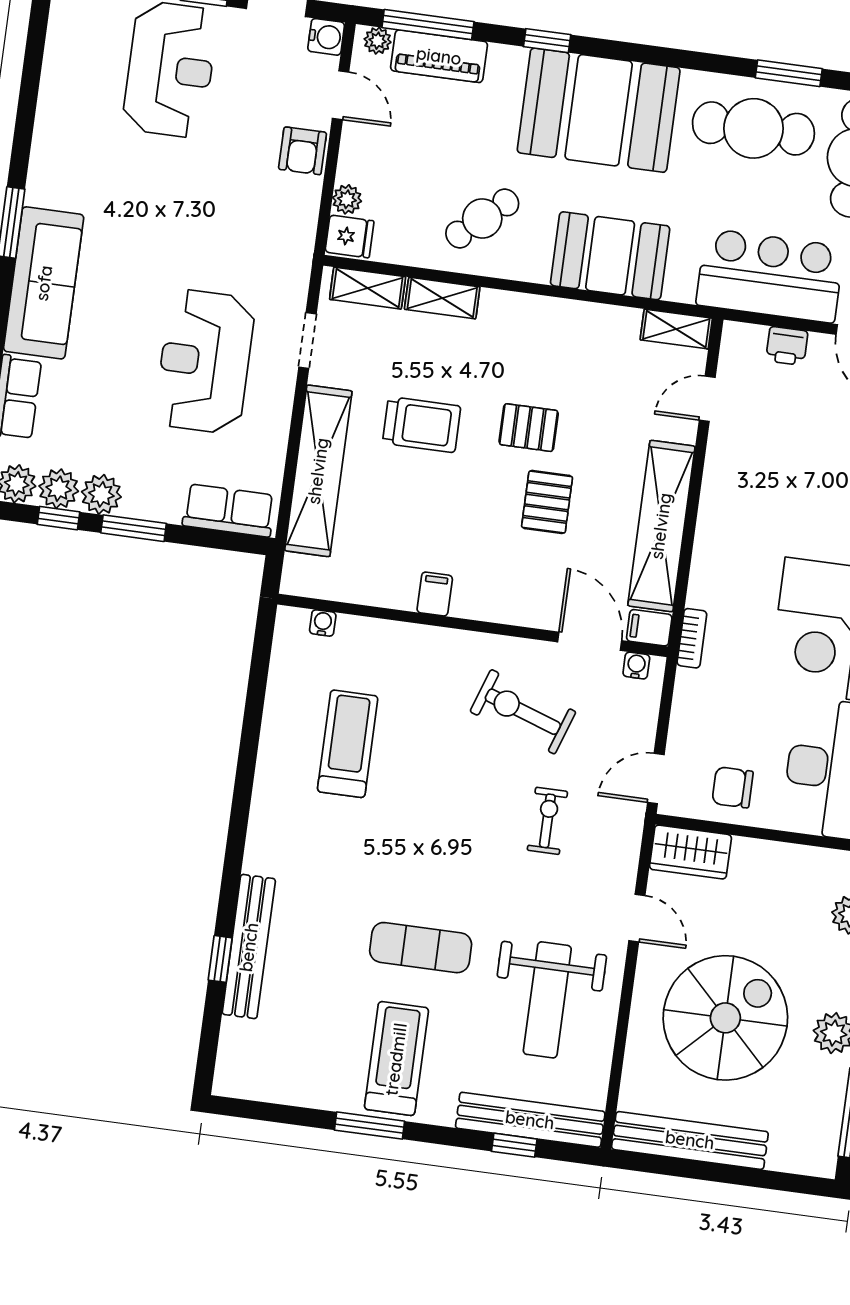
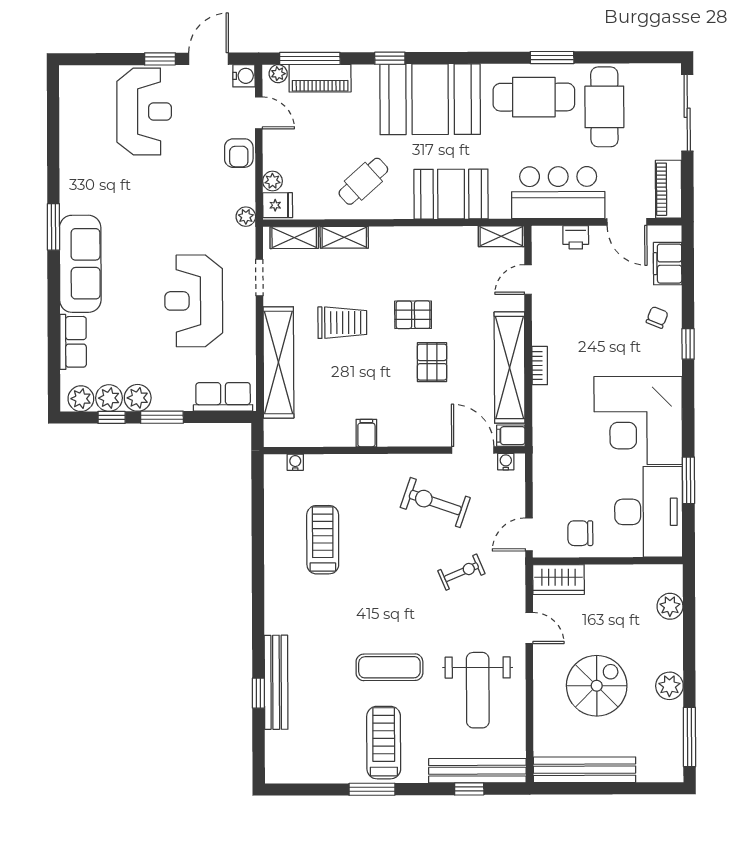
plant: (300, 247) -> (246, 217), added
bookcase: (692, 638) -> (540, 365), moved
exercise bike: (547, 821) -> (461, 572), turned 67
spiral stairs: (725, 1018) -> (597, 686), width x0.73, depth x0.73

